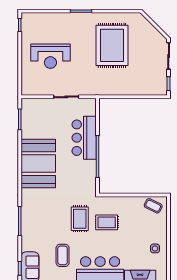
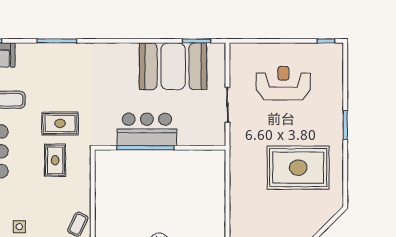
reception desk: (50, 56) -> (283, 83), turned 90
bar counter: (84, 138) -> (147, 129), moved
booth: (38, 164) -> (173, 66), moved

